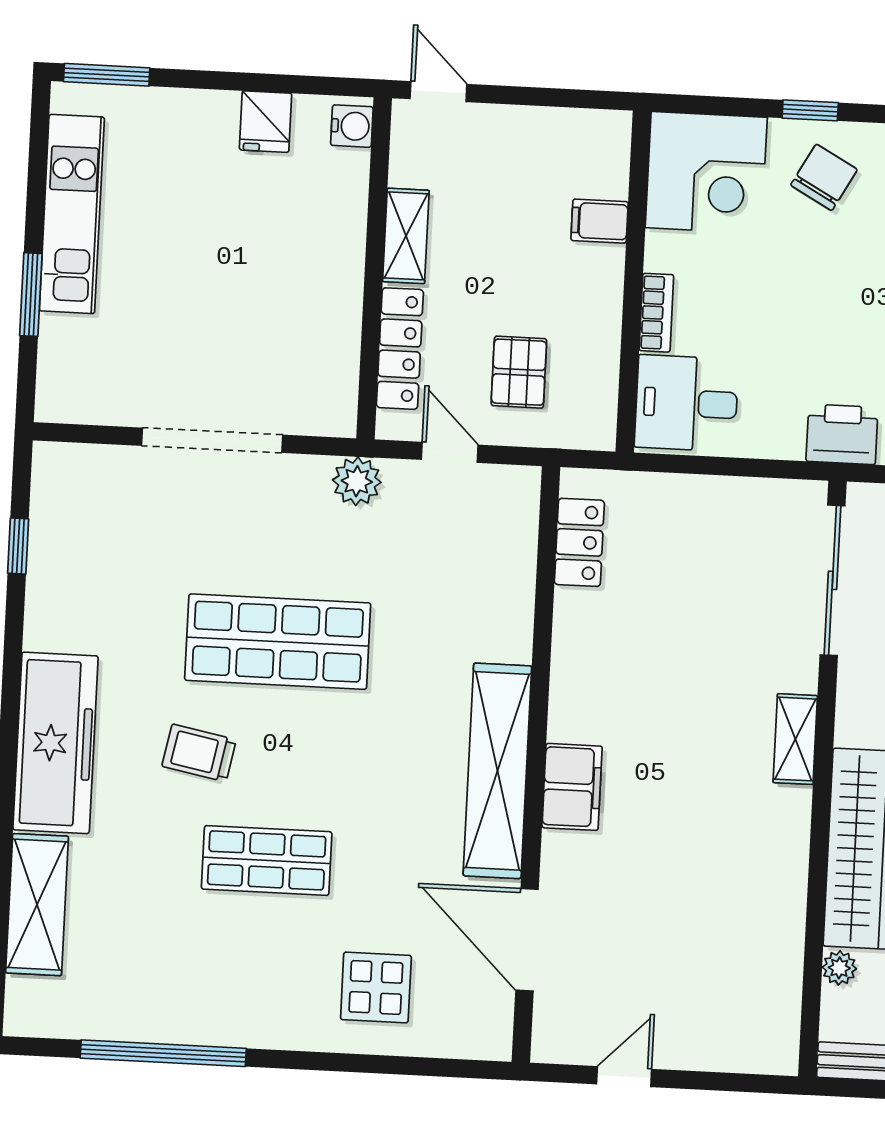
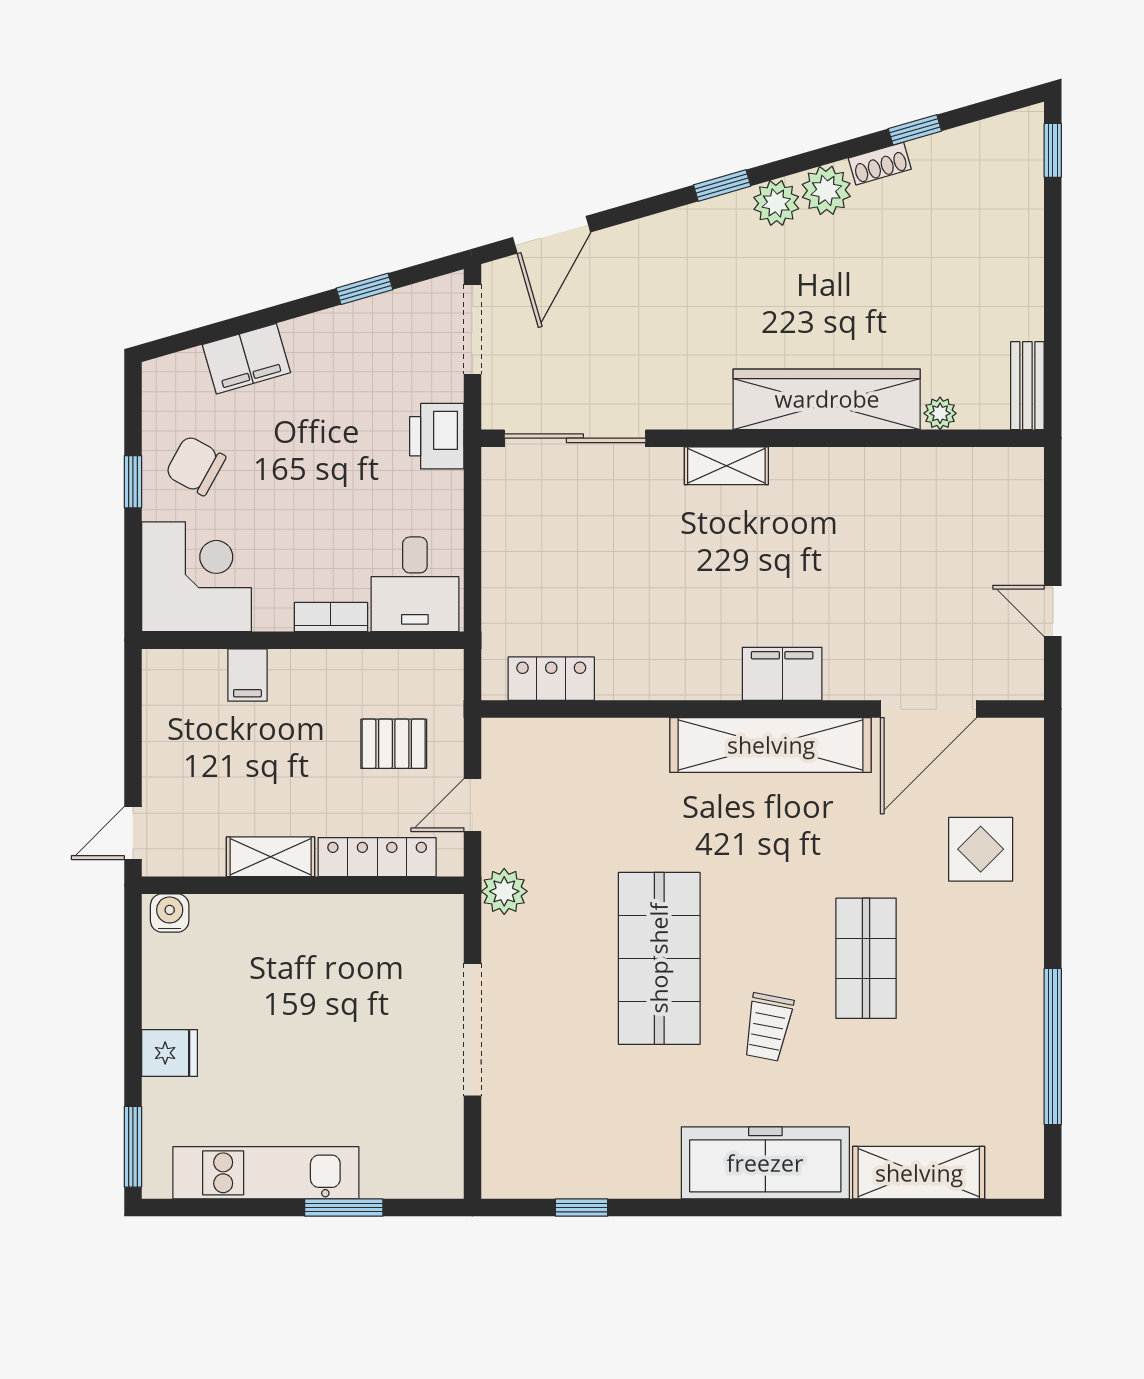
fridge: (266, 122) -> (170, 1053), moved

